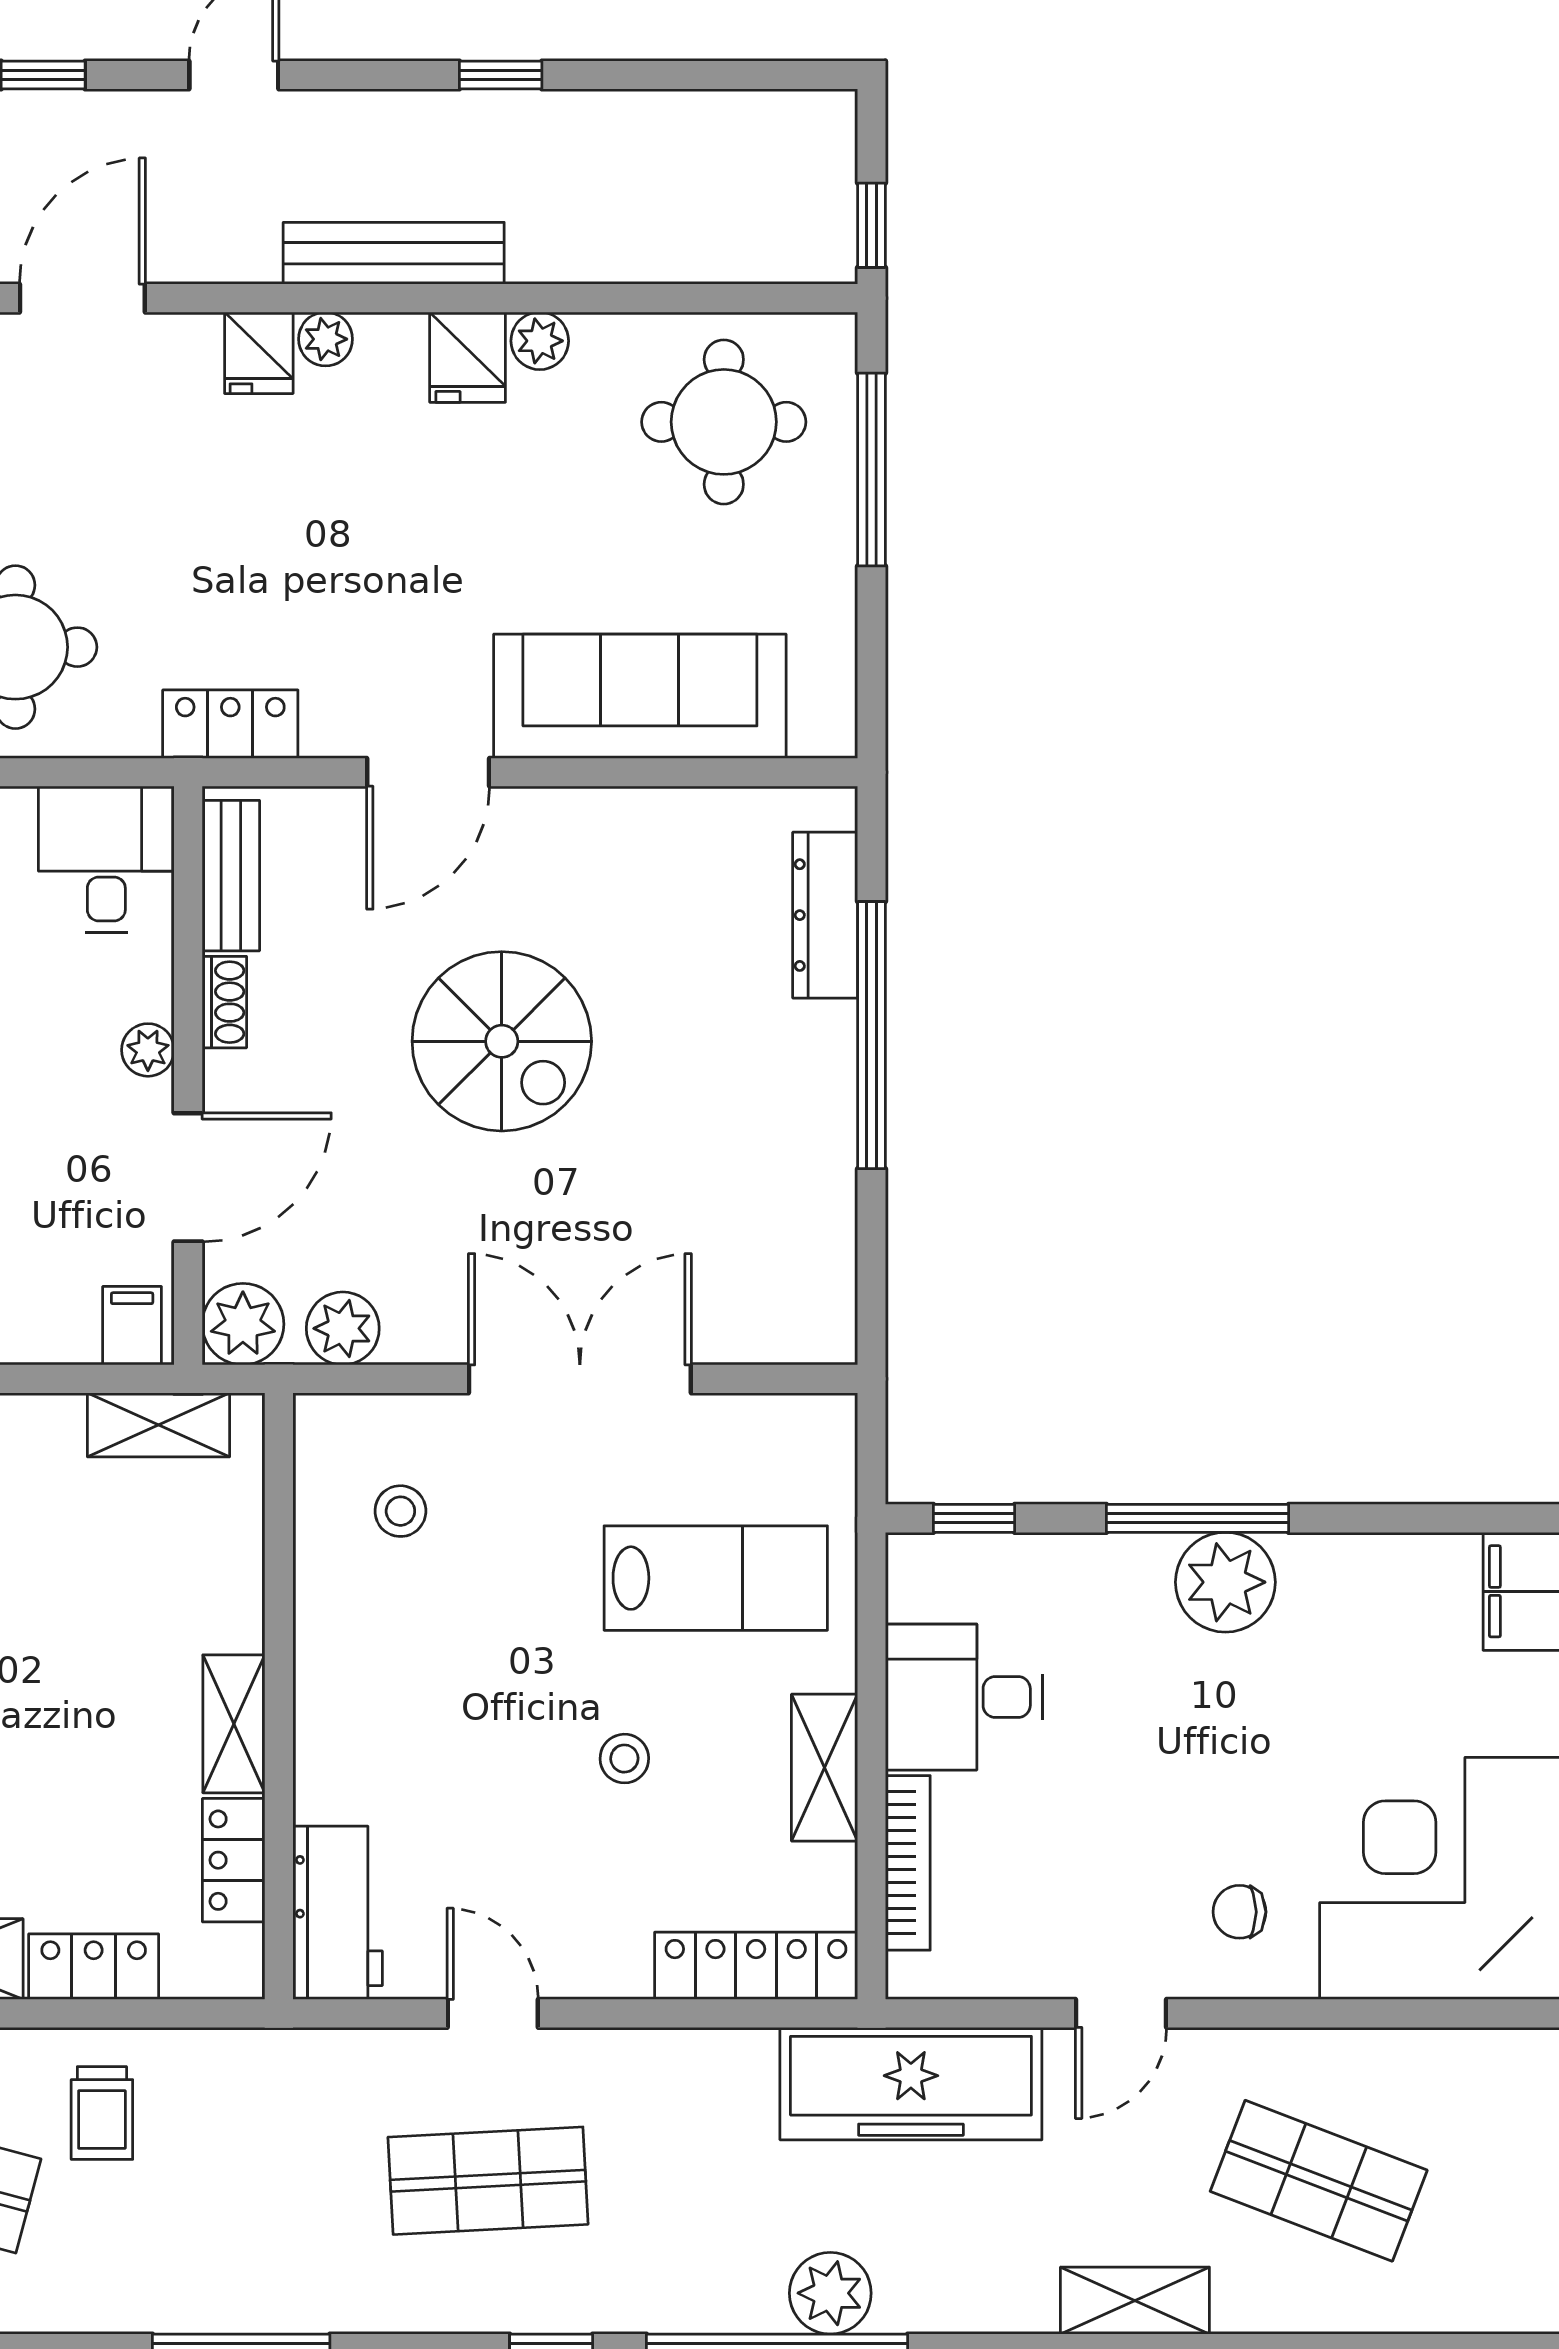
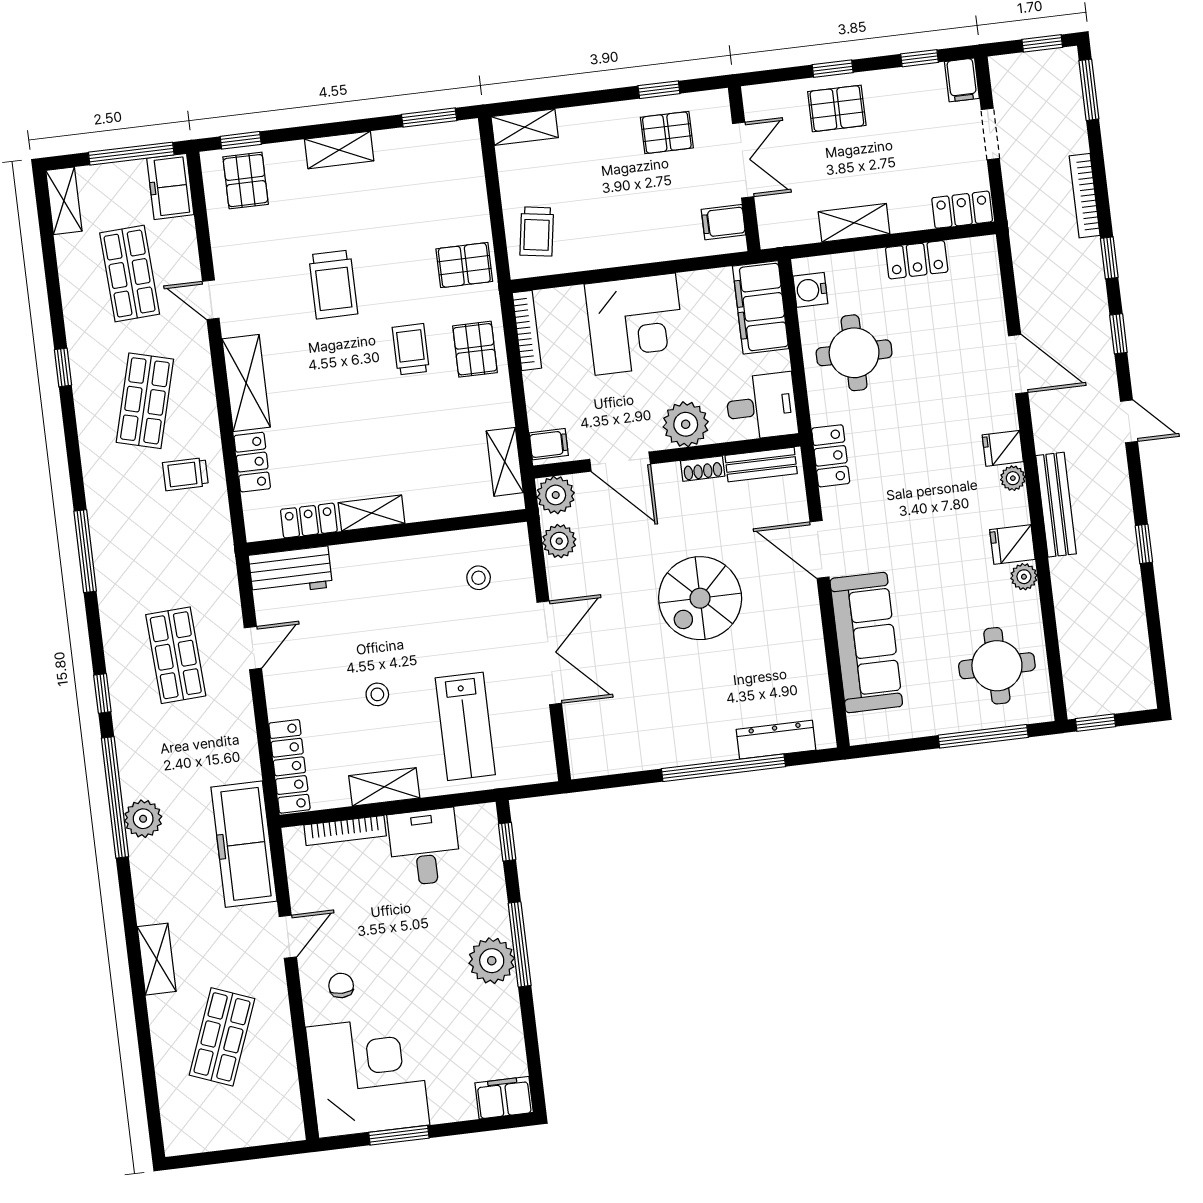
plant: (148, 1050) -> (686, 424), width x1.88, depth x1.88
door: (1121, 2013) -> (288, 937), swing flipped

